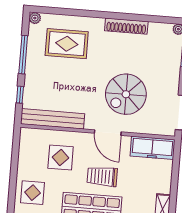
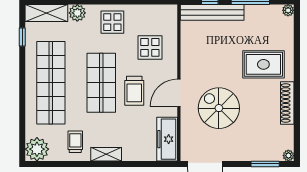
rug: (67, 44) -> (263, 64), moved, turned 90
bench: (53, 119) -> (212, 12), moved, turned 90
trolley: (102, 176) -> (134, 91), turned 180

